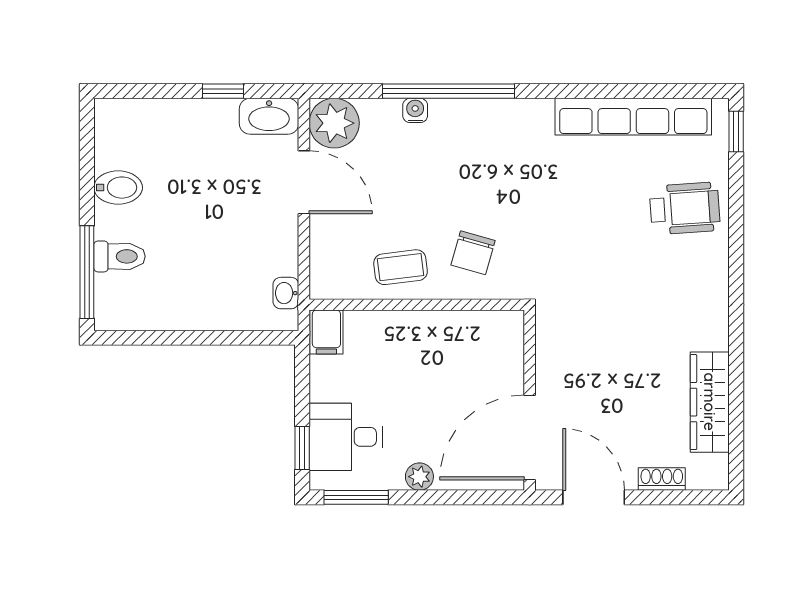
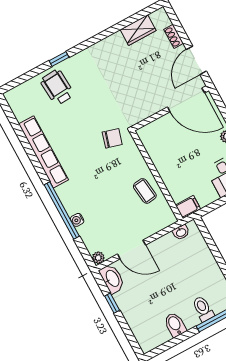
row of seats: (633, 117) -> (43, 152), moved
plant: (334, 123) -> (98, 258), width x0.53, depth x0.53
window: (736, 132) -> (59, 59), moved
door: (304, 182) -> (131, 250), swing flipped
chair: (473, 253) -> (112, 138), moved
wardrobe: (710, 402) -> (138, 30), width x0.67

